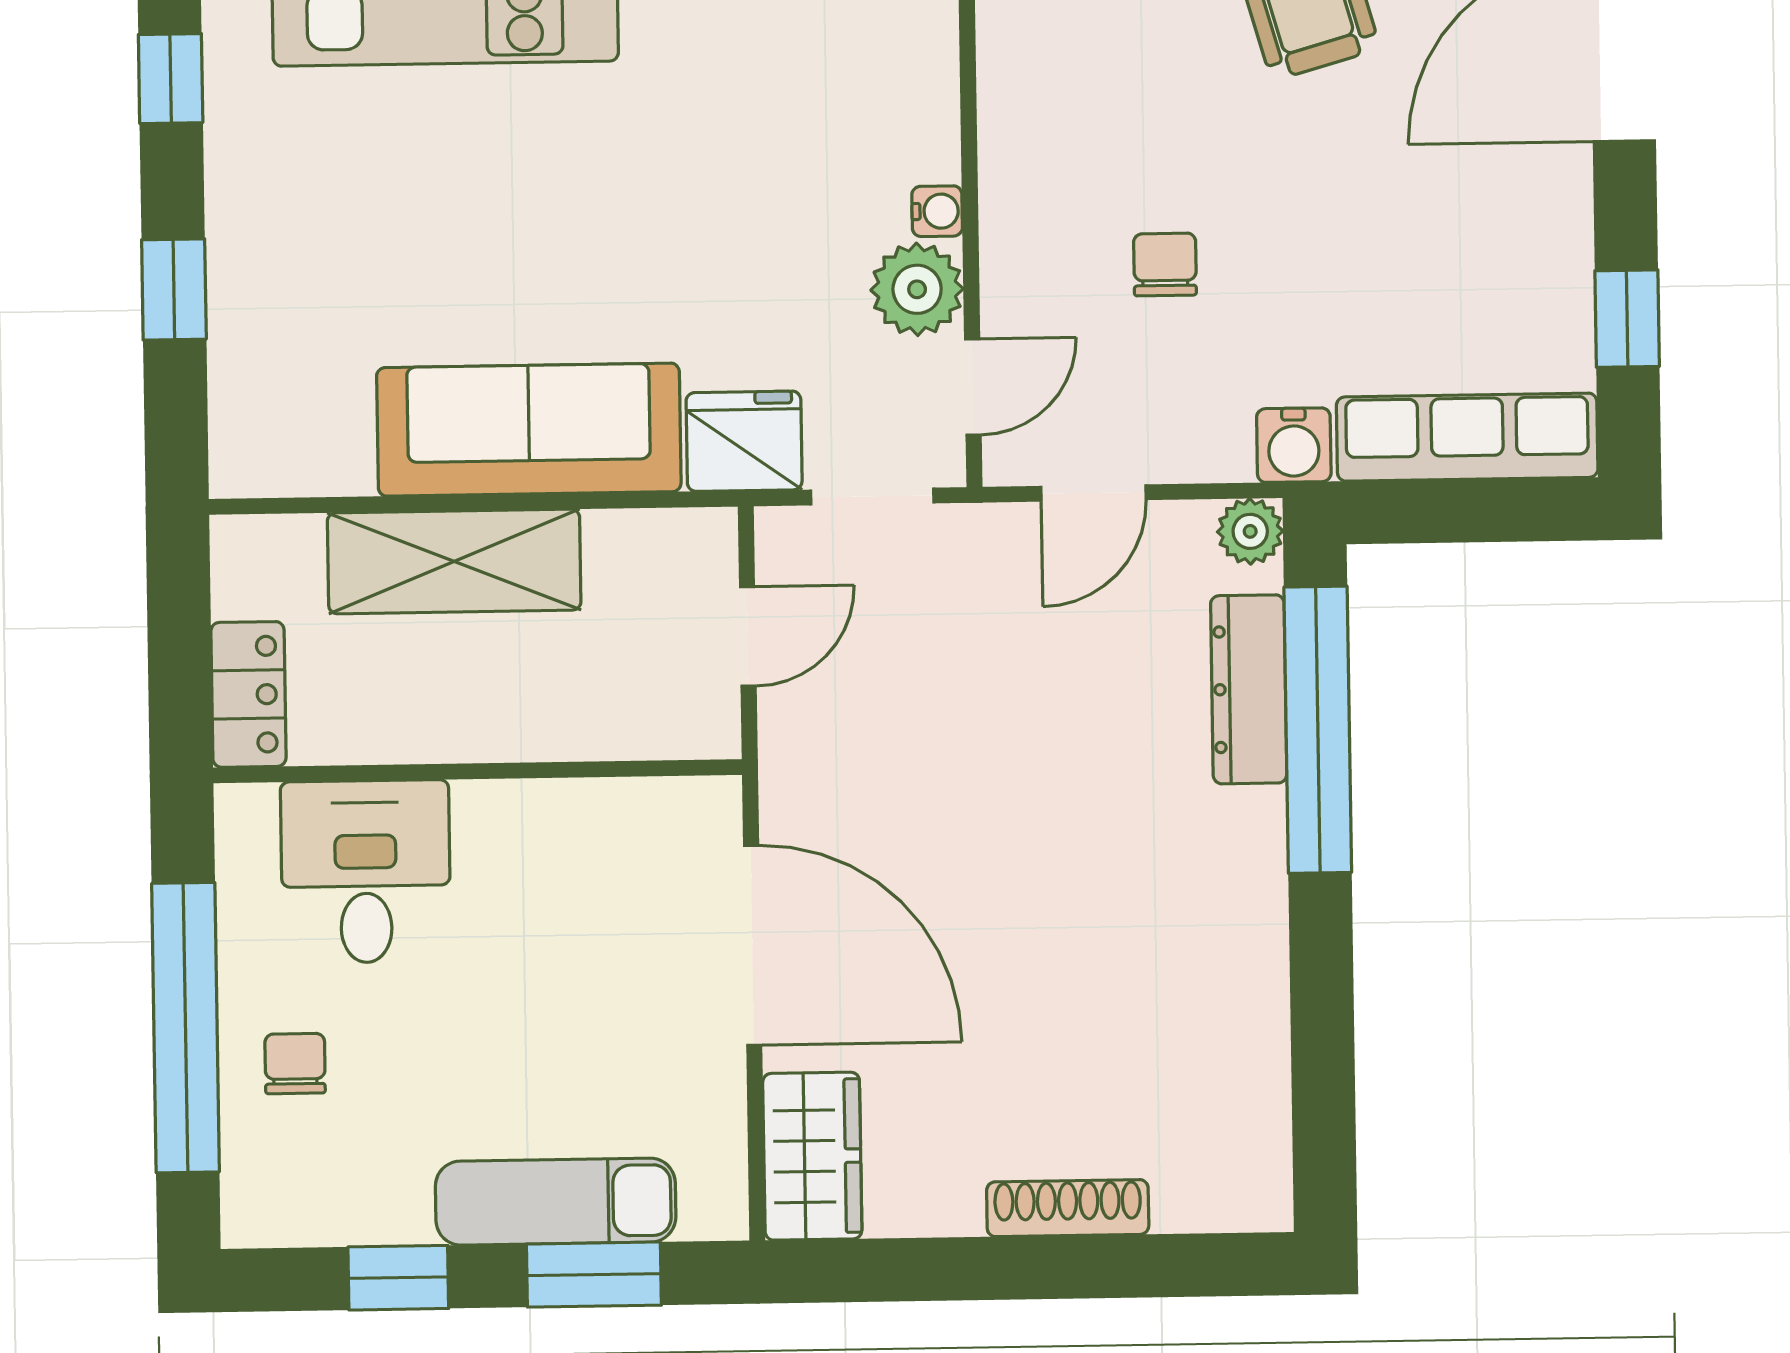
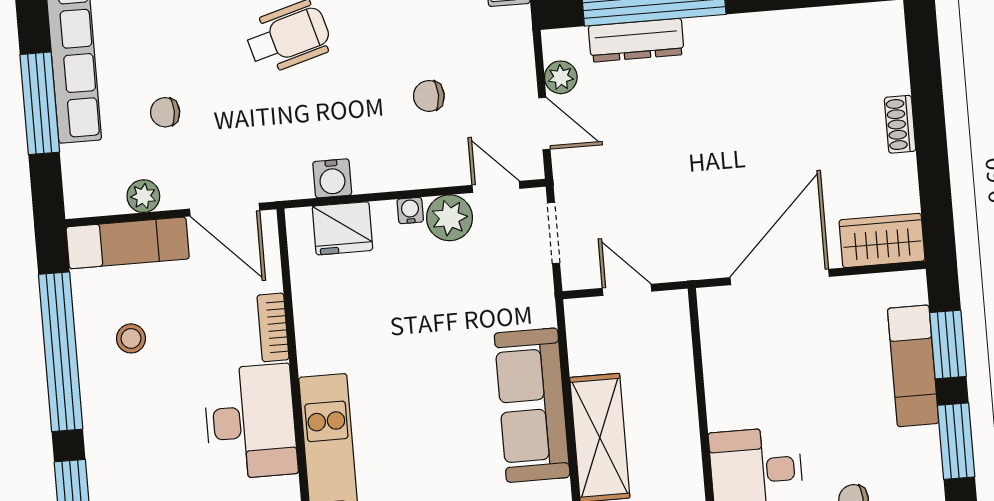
fridge: (744, 441) -> (342, 228), moved, turned -90
water cooler: (1294, 445) -> (332, 178), moved, turned 90
plant: (1250, 531) -> (561, 77), moved
shoe rack: (1068, 1208) -> (900, 124), width x0.70
window: (398, 1278) -> (956, 441), width x1.50

